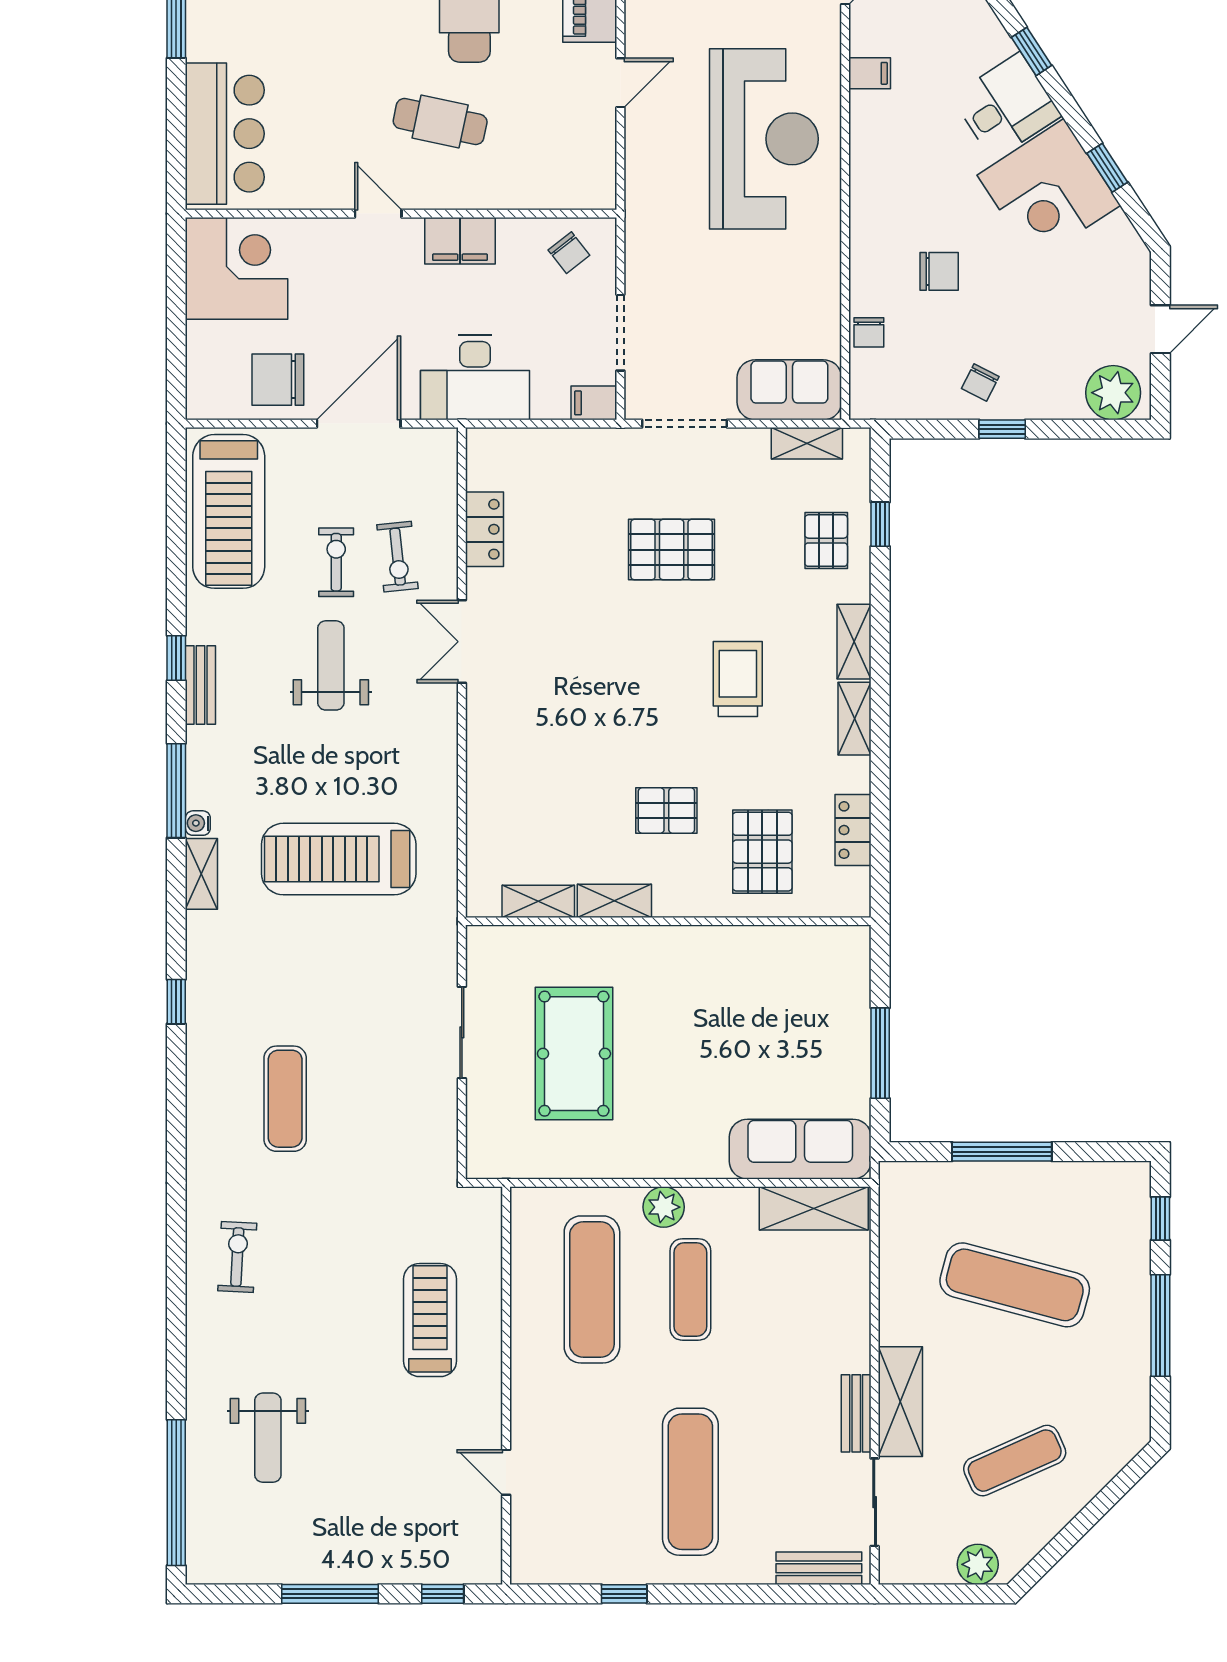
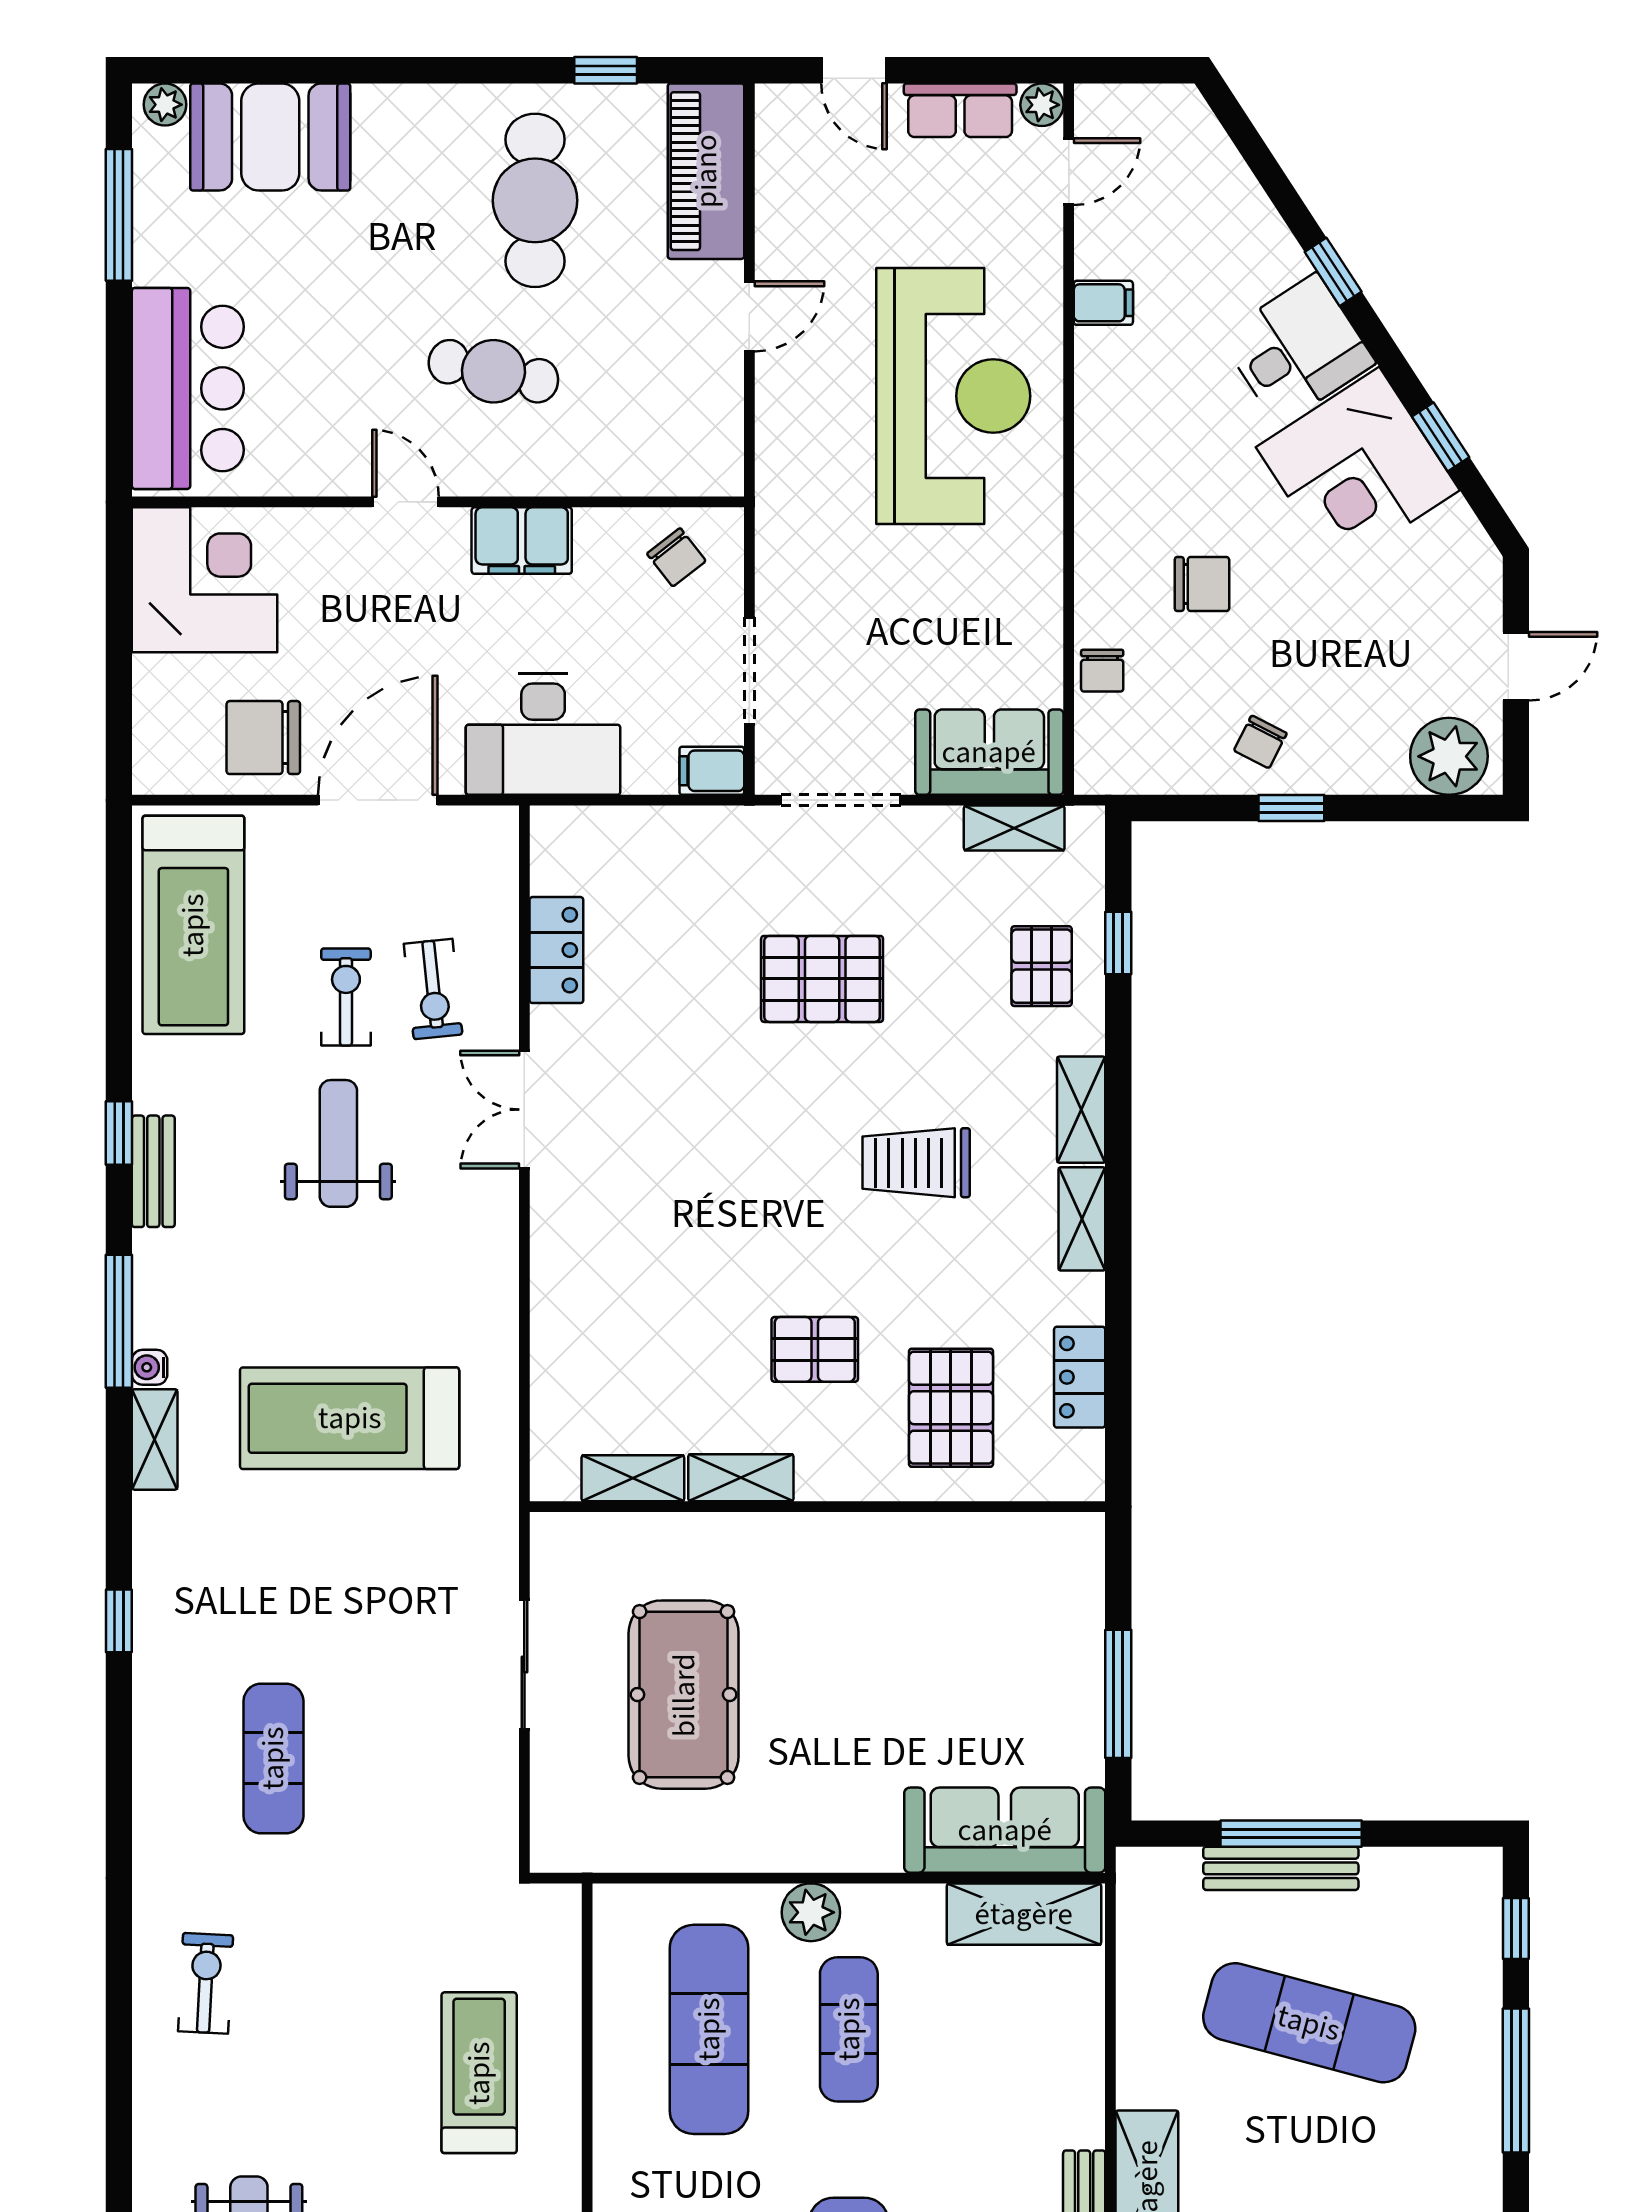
trolley: (738, 679) -> (916, 1163), turned -90
bench: (995, 1176) -> (1281, 1868), added

